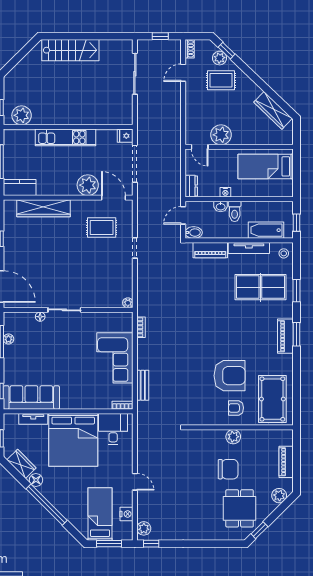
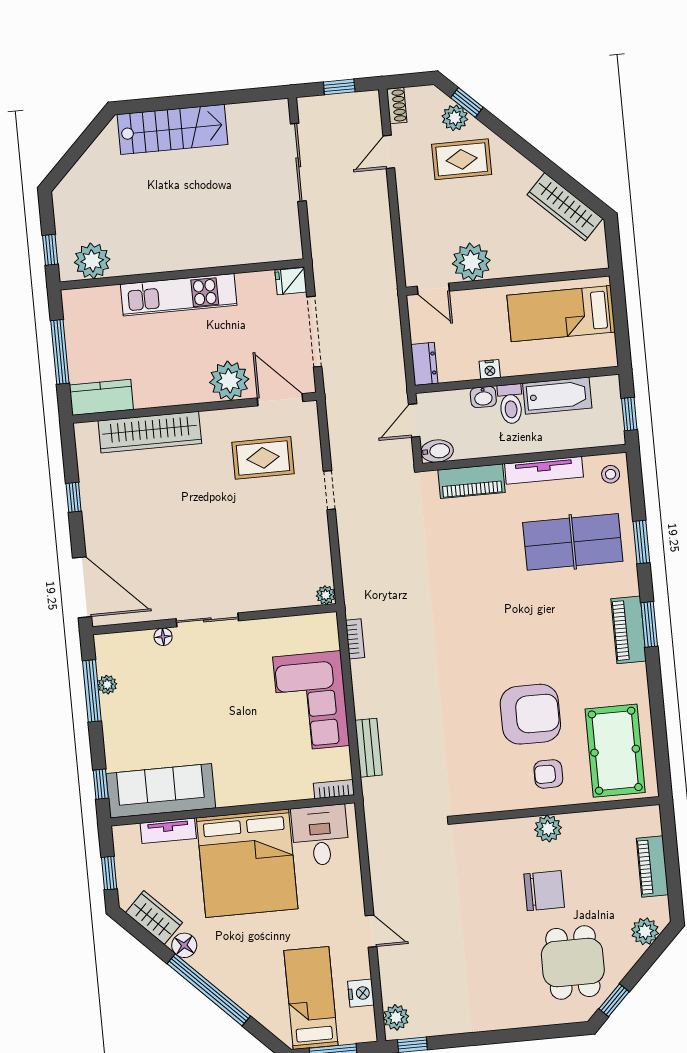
bathtub: (266, 230) -> (557, 396), moved, turned 180

